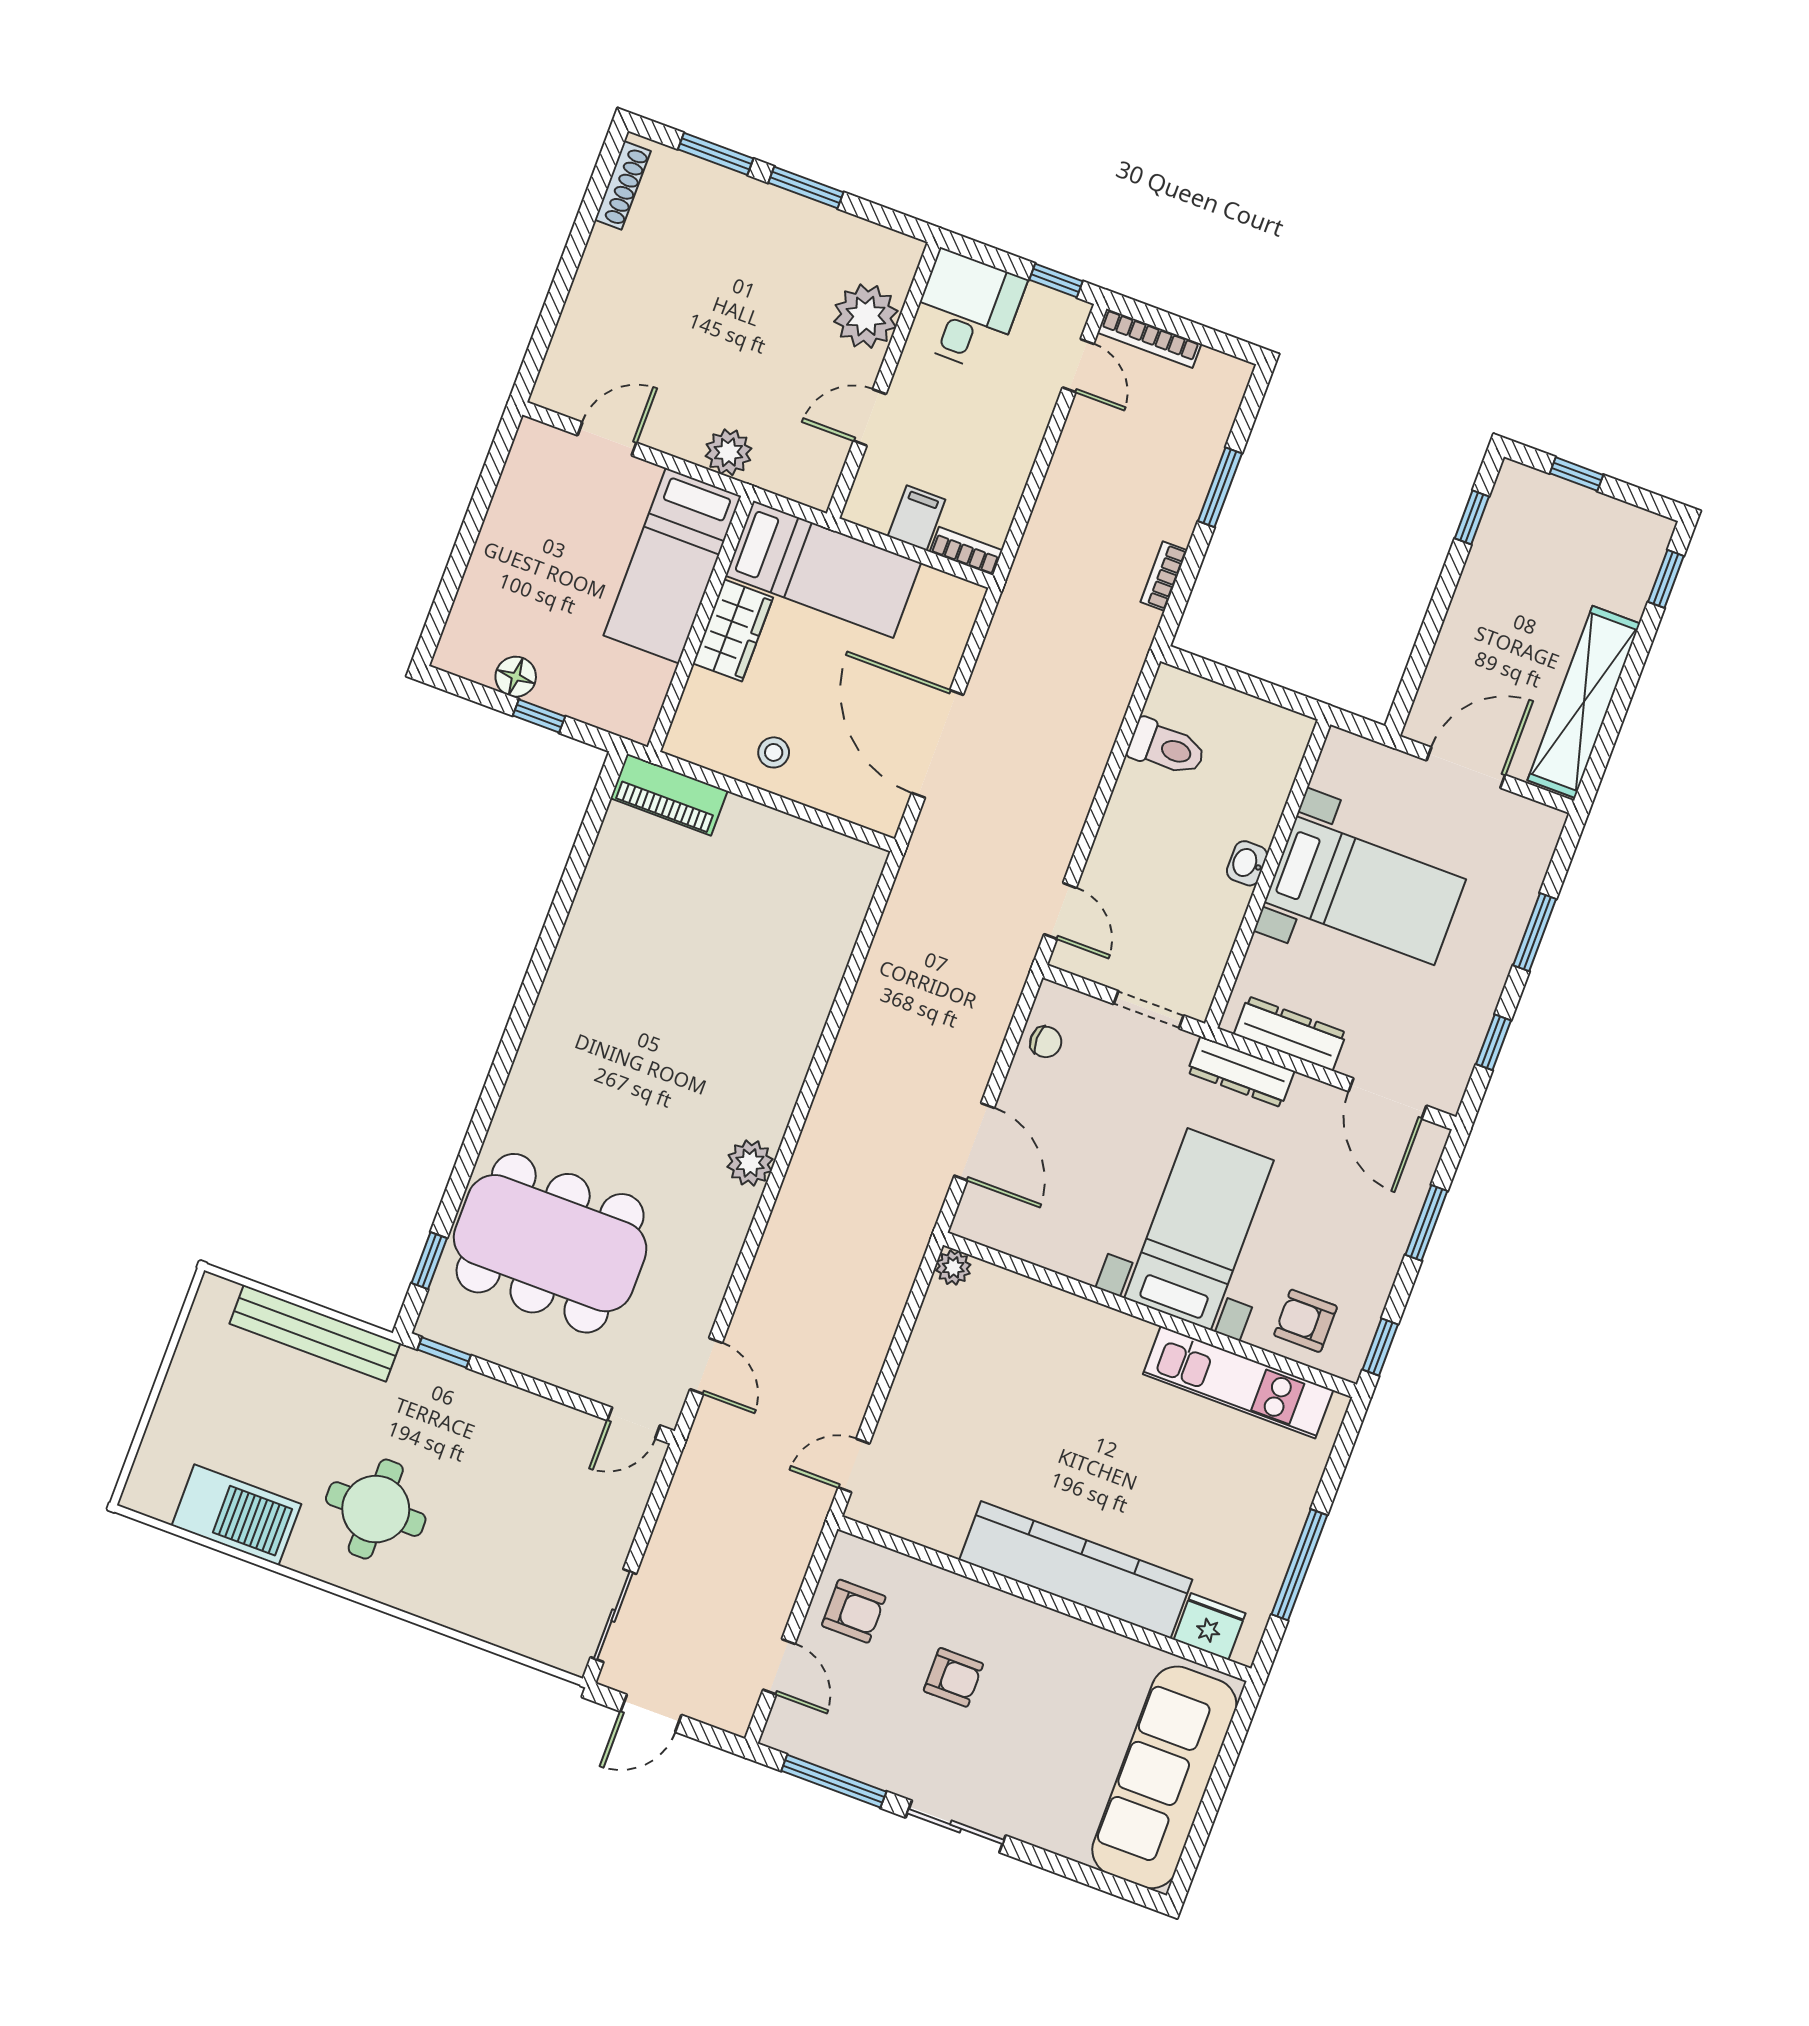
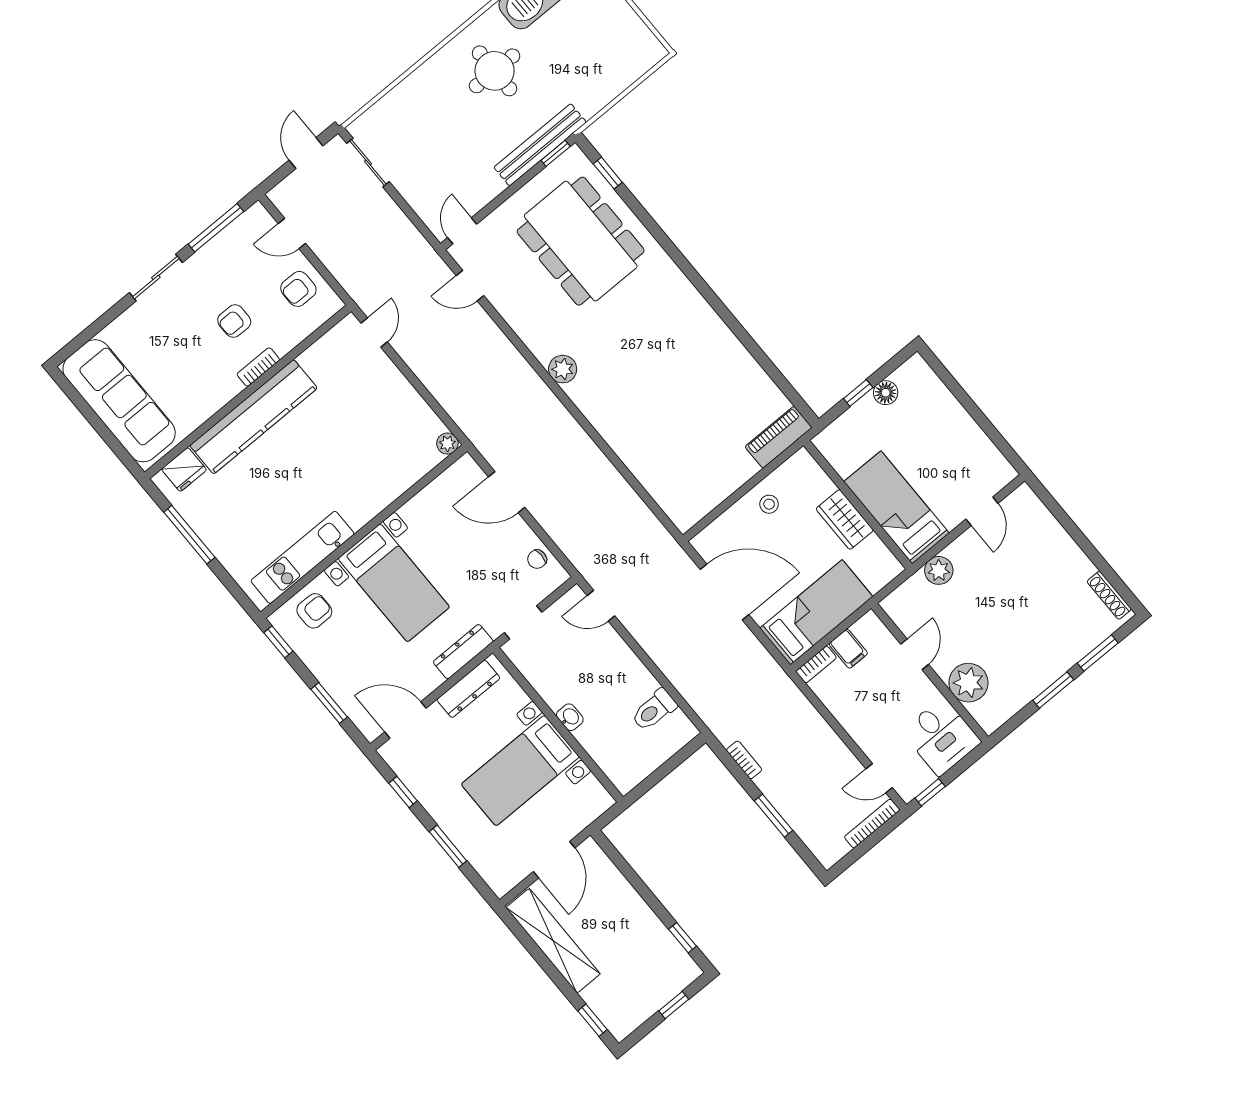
bed: (823, 569) -> (816, 612), moved, turned 180
dining table: (550, 1243) -> (581, 241), turned 90
bench: (315, 1333) -> (540, 145), moved
bookcase: (1000, 1604) -> (258, 367), added

